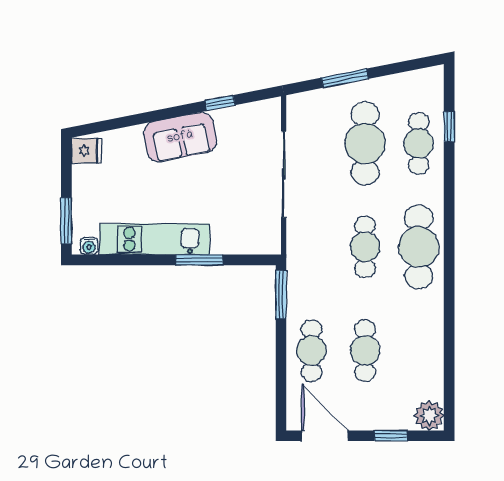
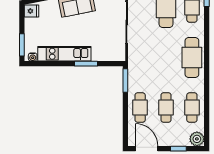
cafe table: (365, 247) -> (192, 107), moved

